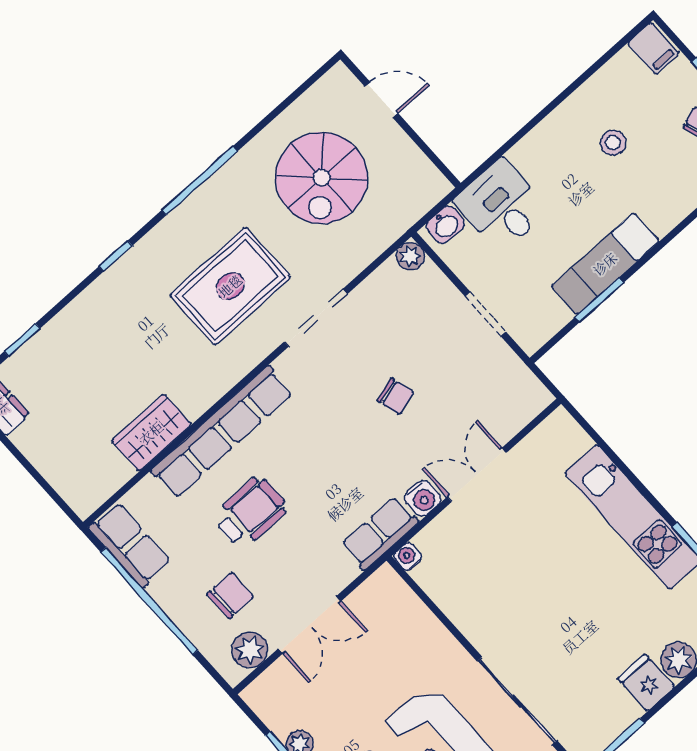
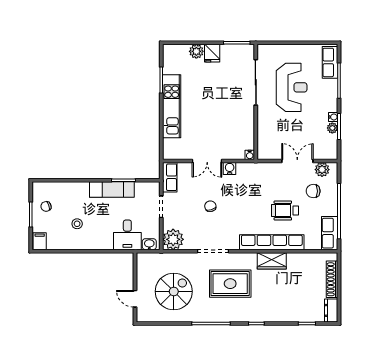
plant: (410, 256) -> (173, 239), width x1.87, depth x1.87
wardrobe: (151, 433) -> (272, 261), moved
shoe rack: (49, 463) -> (332, 279), added
row of seats: (380, 533) -> (170, 177), moved, turned -90

